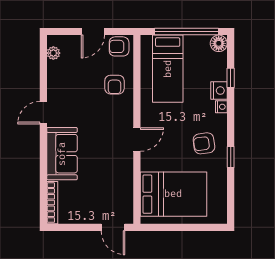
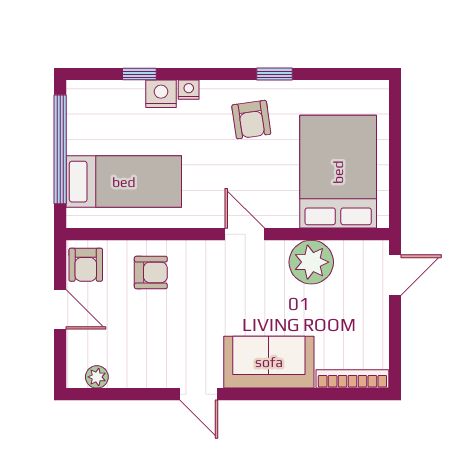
floor lamp: (219, 43) -> (80, 94), removed
plant: (121, 178) -> (311, 262), added

